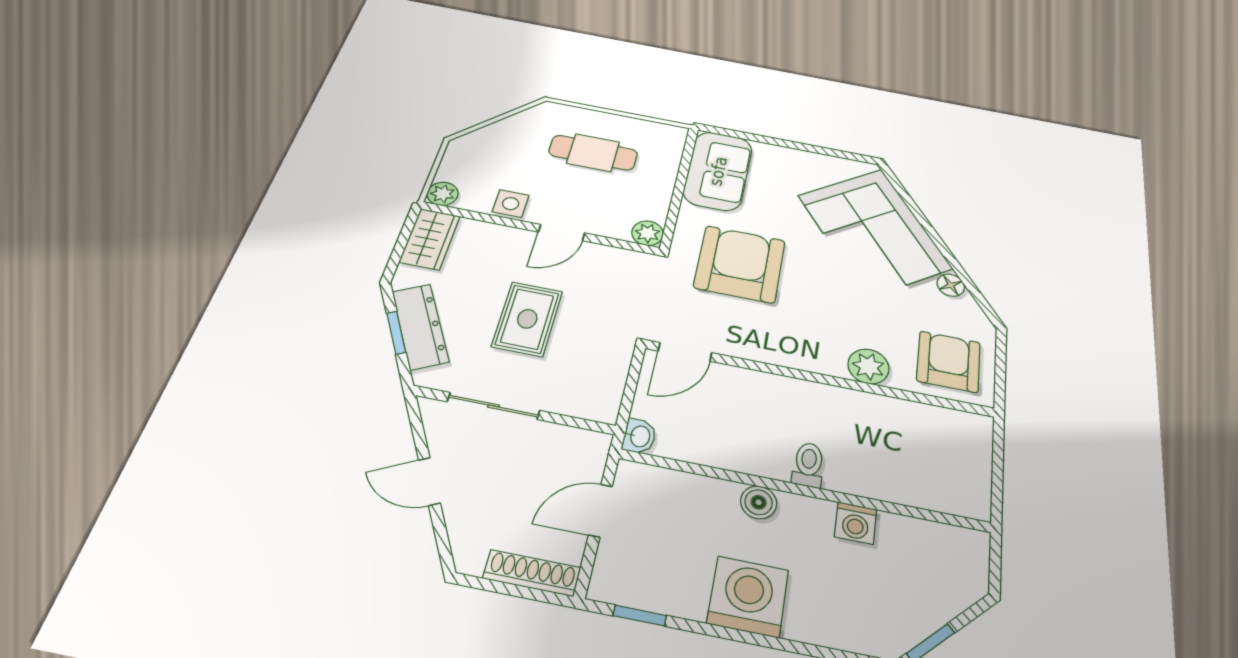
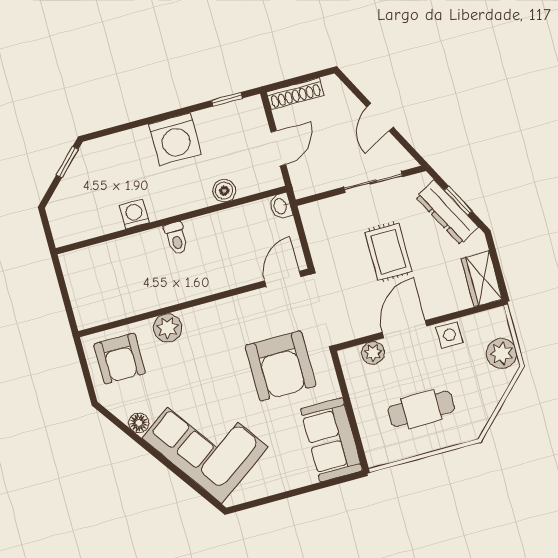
plant: (443, 194) -> (501, 353), moved, width x1.38, depth x1.38
door: (562, 233) -> (404, 329), width x1.38
plant: (648, 233) -> (373, 353), moved
door: (429, 481) -> (380, 117), swing flipped
boiler: (759, 502) -> (224, 191), moved

